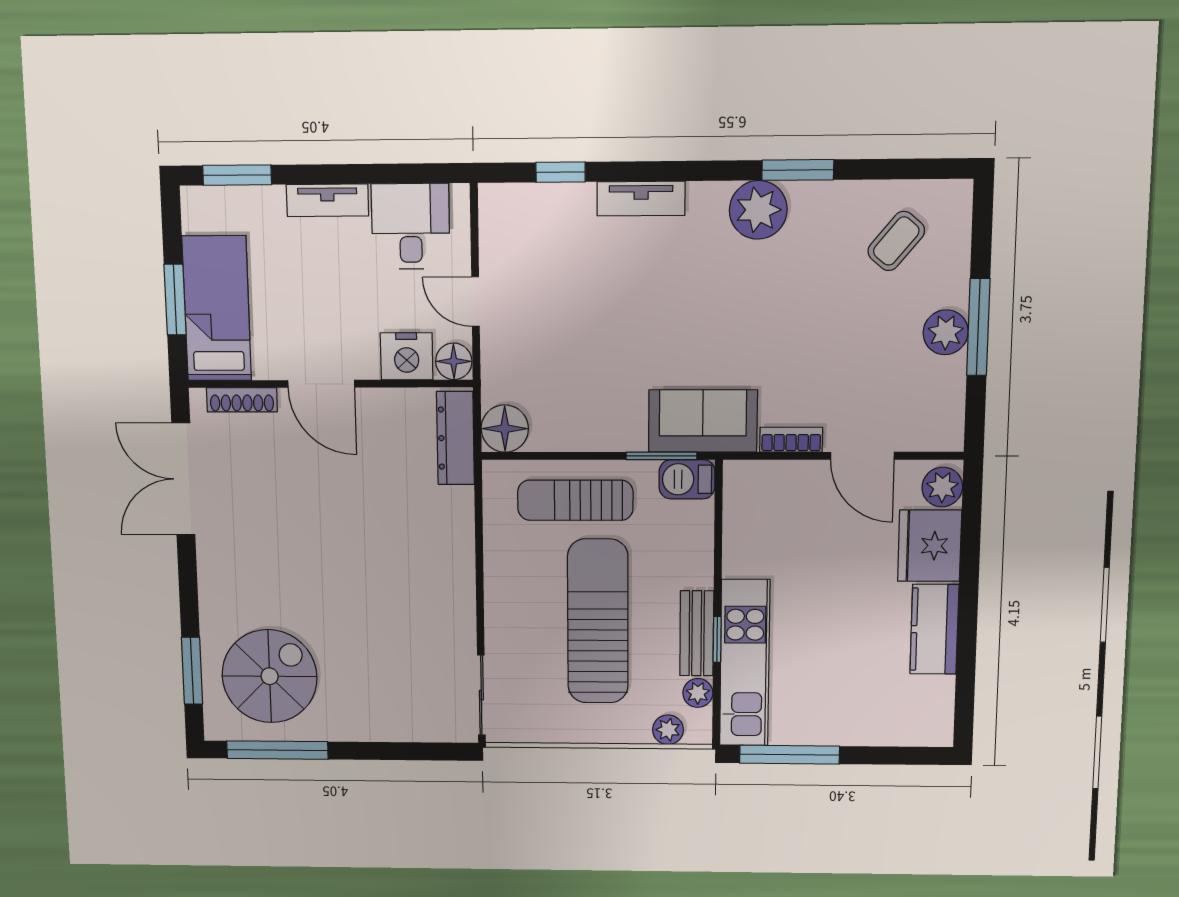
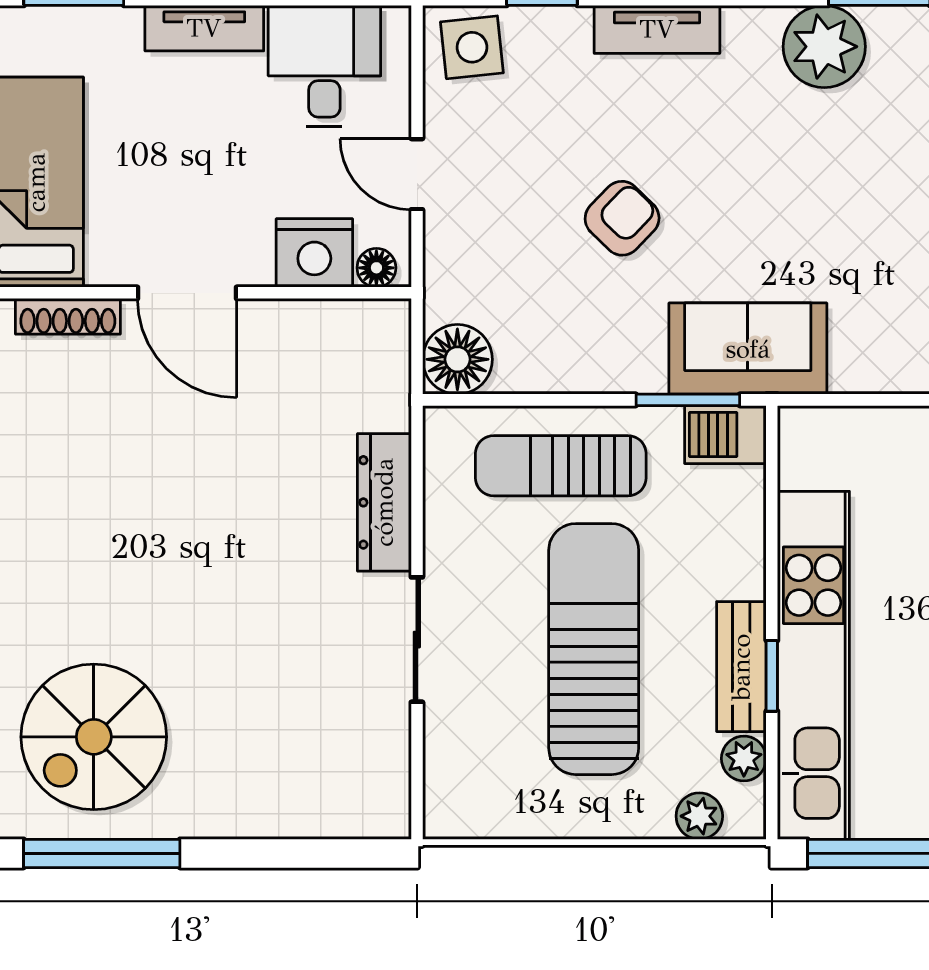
side table: (512, 212) -> (472, 47), added
armchair: (617, 332) -> (622, 218), added
floor lamp: (454, 361) -> (376, 268), width x0.73, depth x0.73
dresser: (456, 438) -> (384, 502), moved
bookcase: (791, 440) -> (877, 376), removed
kitchen unit: (745, 663) -> (813, 665), width x1.36
spiral stairs: (270, 676) -> (94, 737), turned 180
sliding door: (481, 695) -> (417, 640), moved

